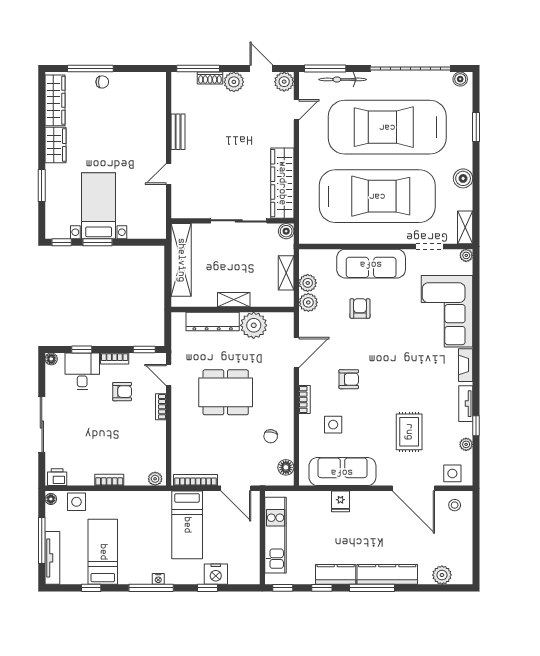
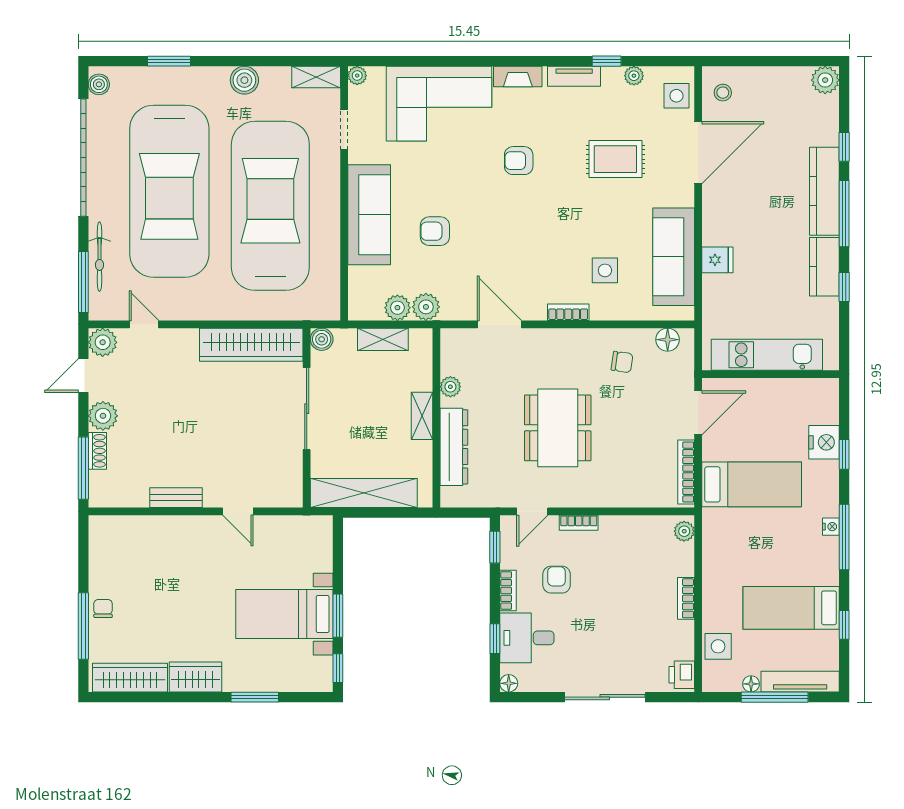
plant: (254, 325) -> (450, 387), width x0.53, depth x0.53
armchair: (349, 379) -> (519, 161), moved, turned -90
floor lamp: (51, 499) -> (751, 684), moved
plant: (442, 575) -> (825, 80), moved
window: (283, 588) -> (844, 147), moved

